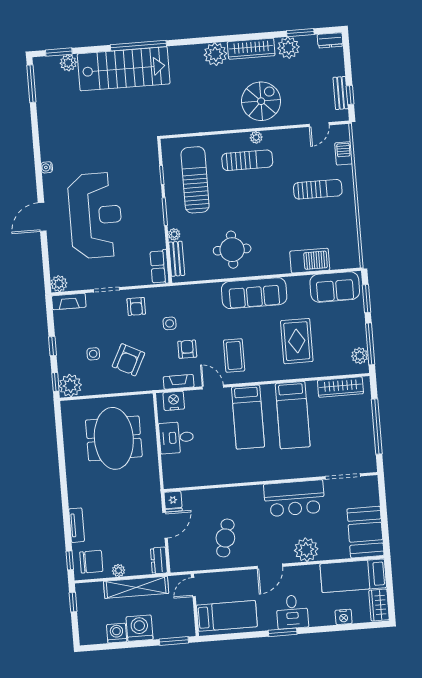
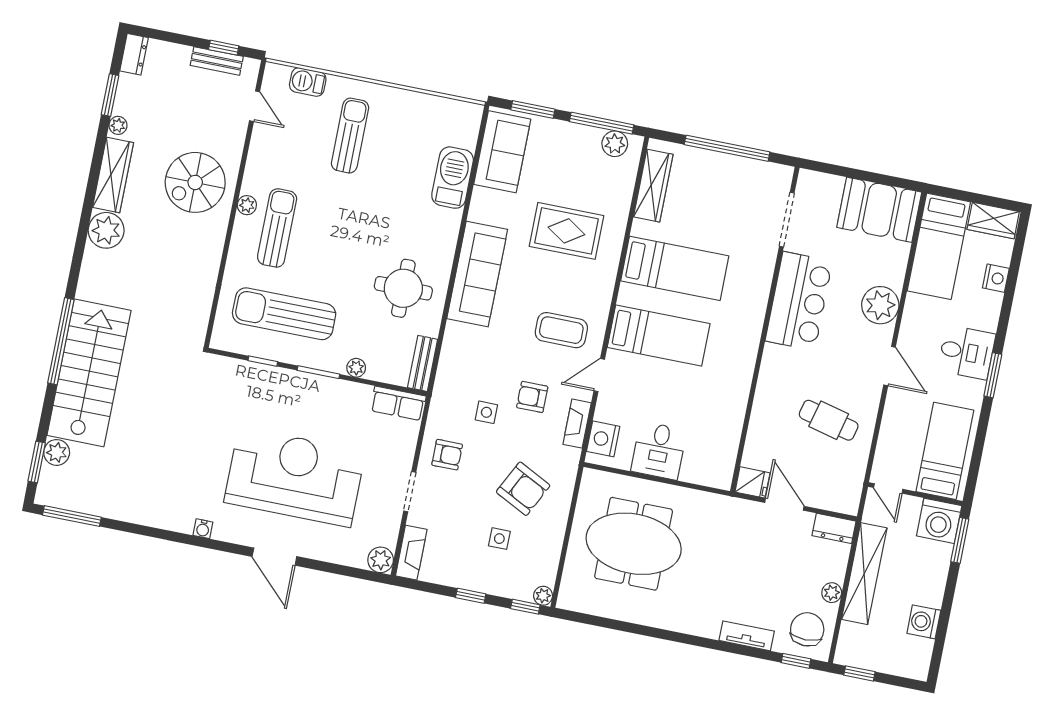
plant: (288, 48) -> (118, 125), width x0.53, depth x0.53
spiral stairs: (261, 101) -> (195, 182), turned -90
bench: (177, 259) -> (423, 363), moved, turned 90
plant: (70, 385) -> (543, 596), width x0.53, depth x0.53
washing machine: (139, 628) -> (939, 521), moved, turned -90

